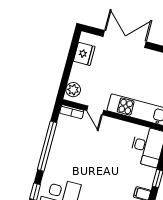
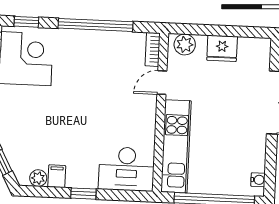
fridge: (84, 54) -> (222, 48), moved

